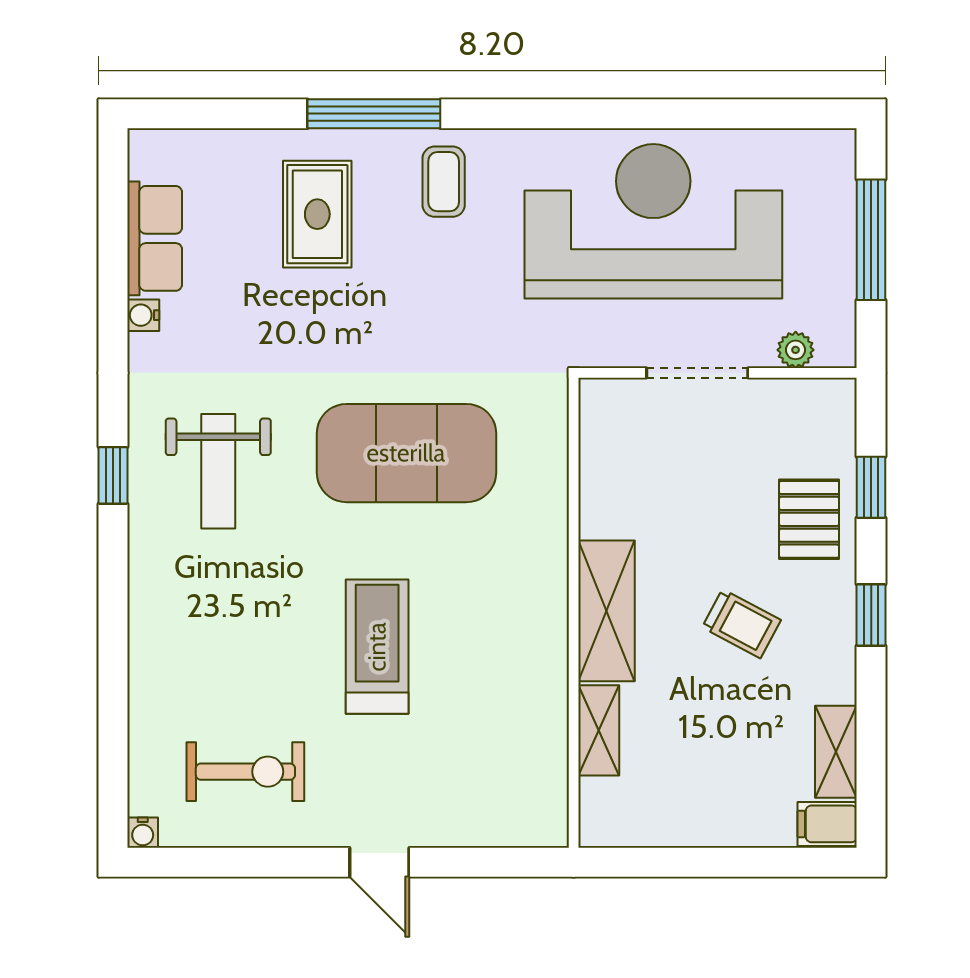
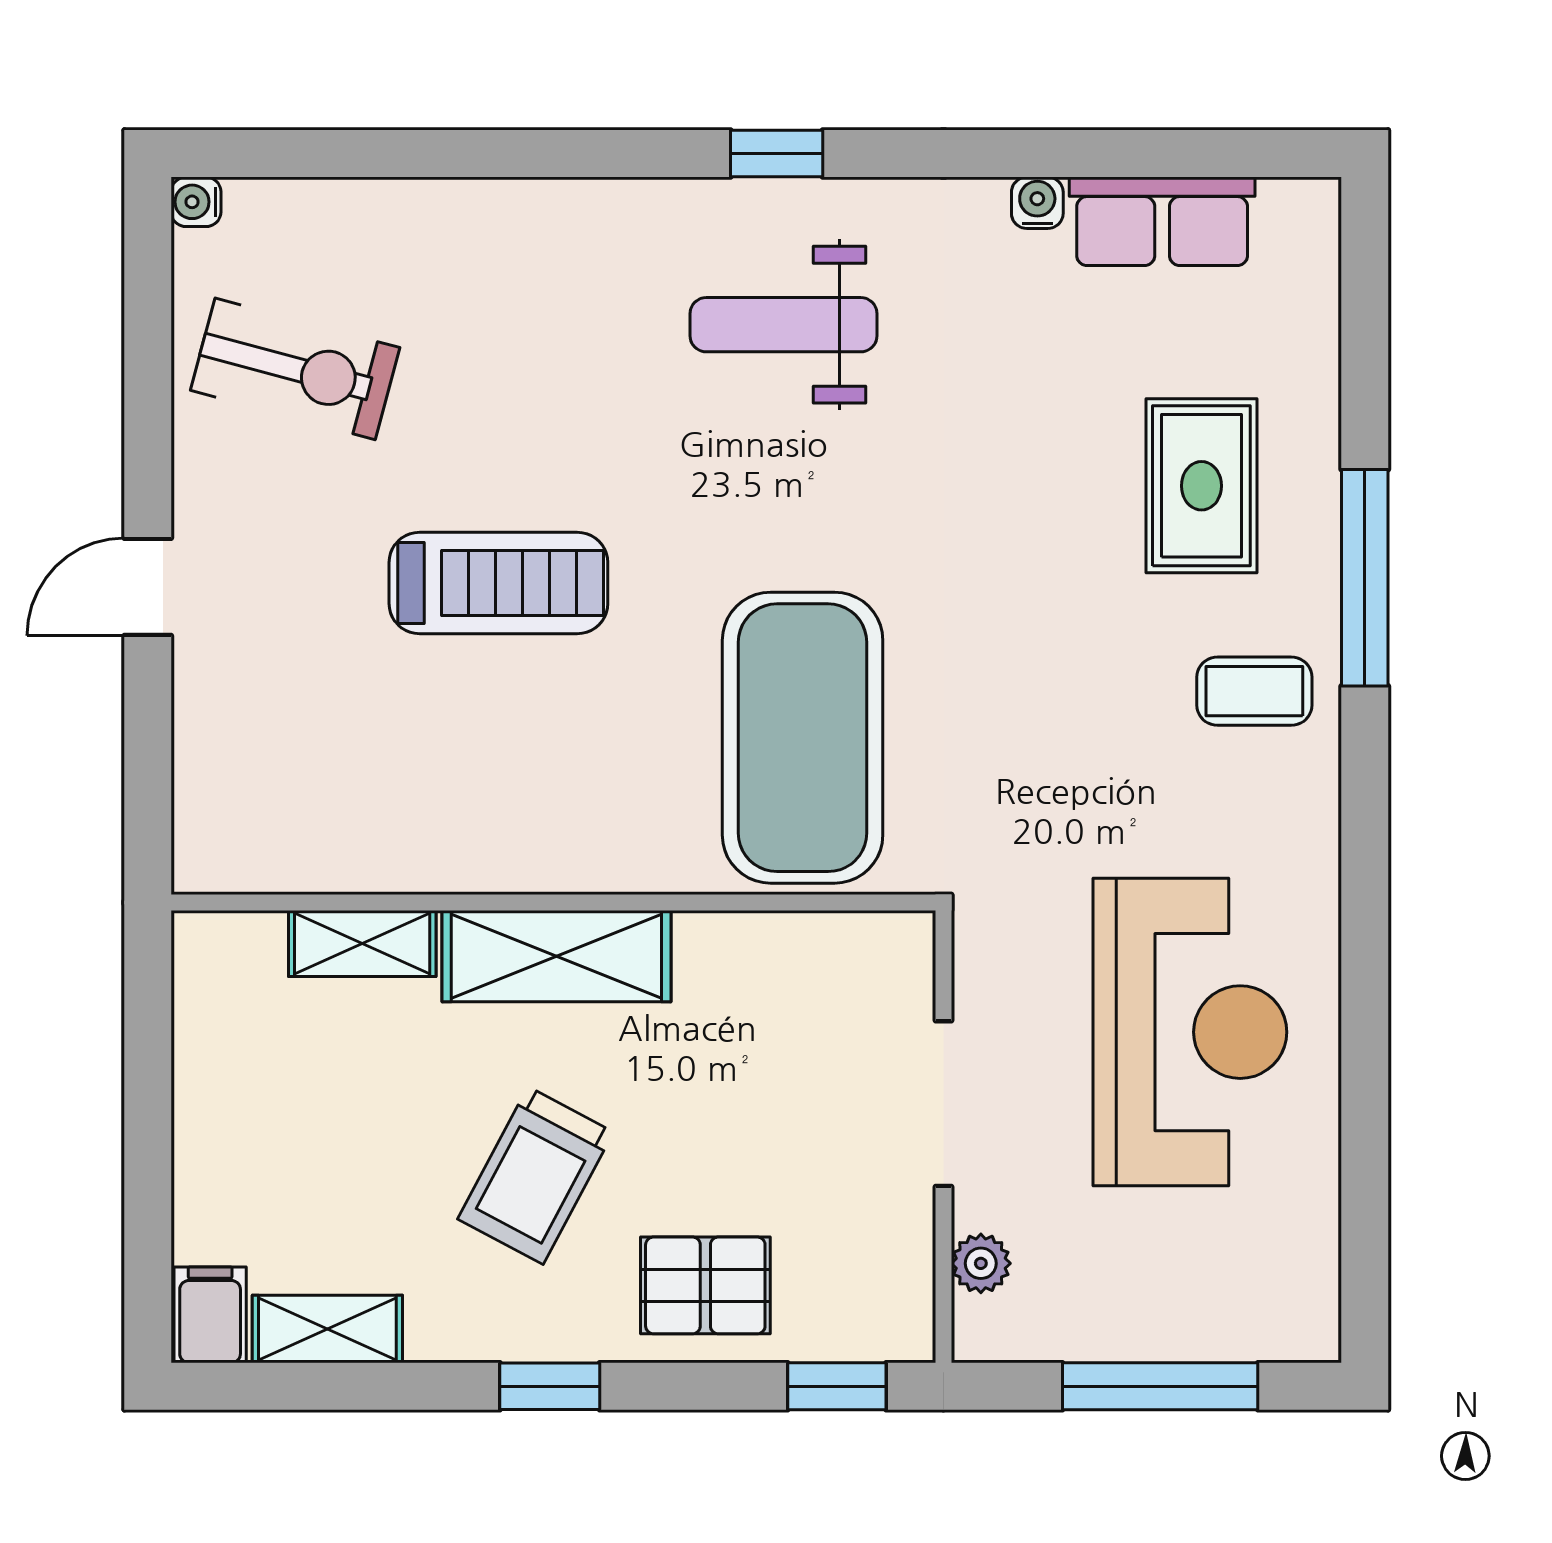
rug: (317, 214) -> (1201, 486), turned 90
reception desk: (653, 221) -> (1190, 1032), width x0.74, depth x0.77
exercise mat: (406, 453) -> (803, 738), moved
window: (871, 487) -> (837, 1386), moved
trolley: (742, 624) -> (536, 1176), width x1.36, depth x1.39
exercise bike: (245, 772) -> (295, 369), turned -75

